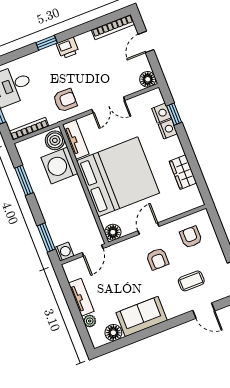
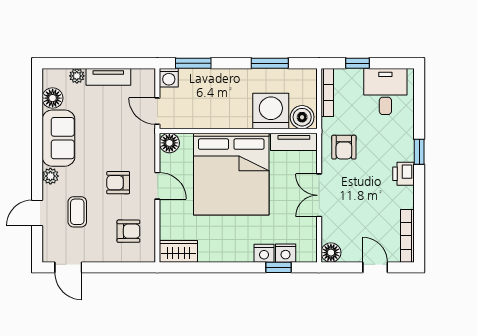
wardrobe: (183, 172) -> (178, 251), moved
plant: (172, 311) -> (50, 176), added

